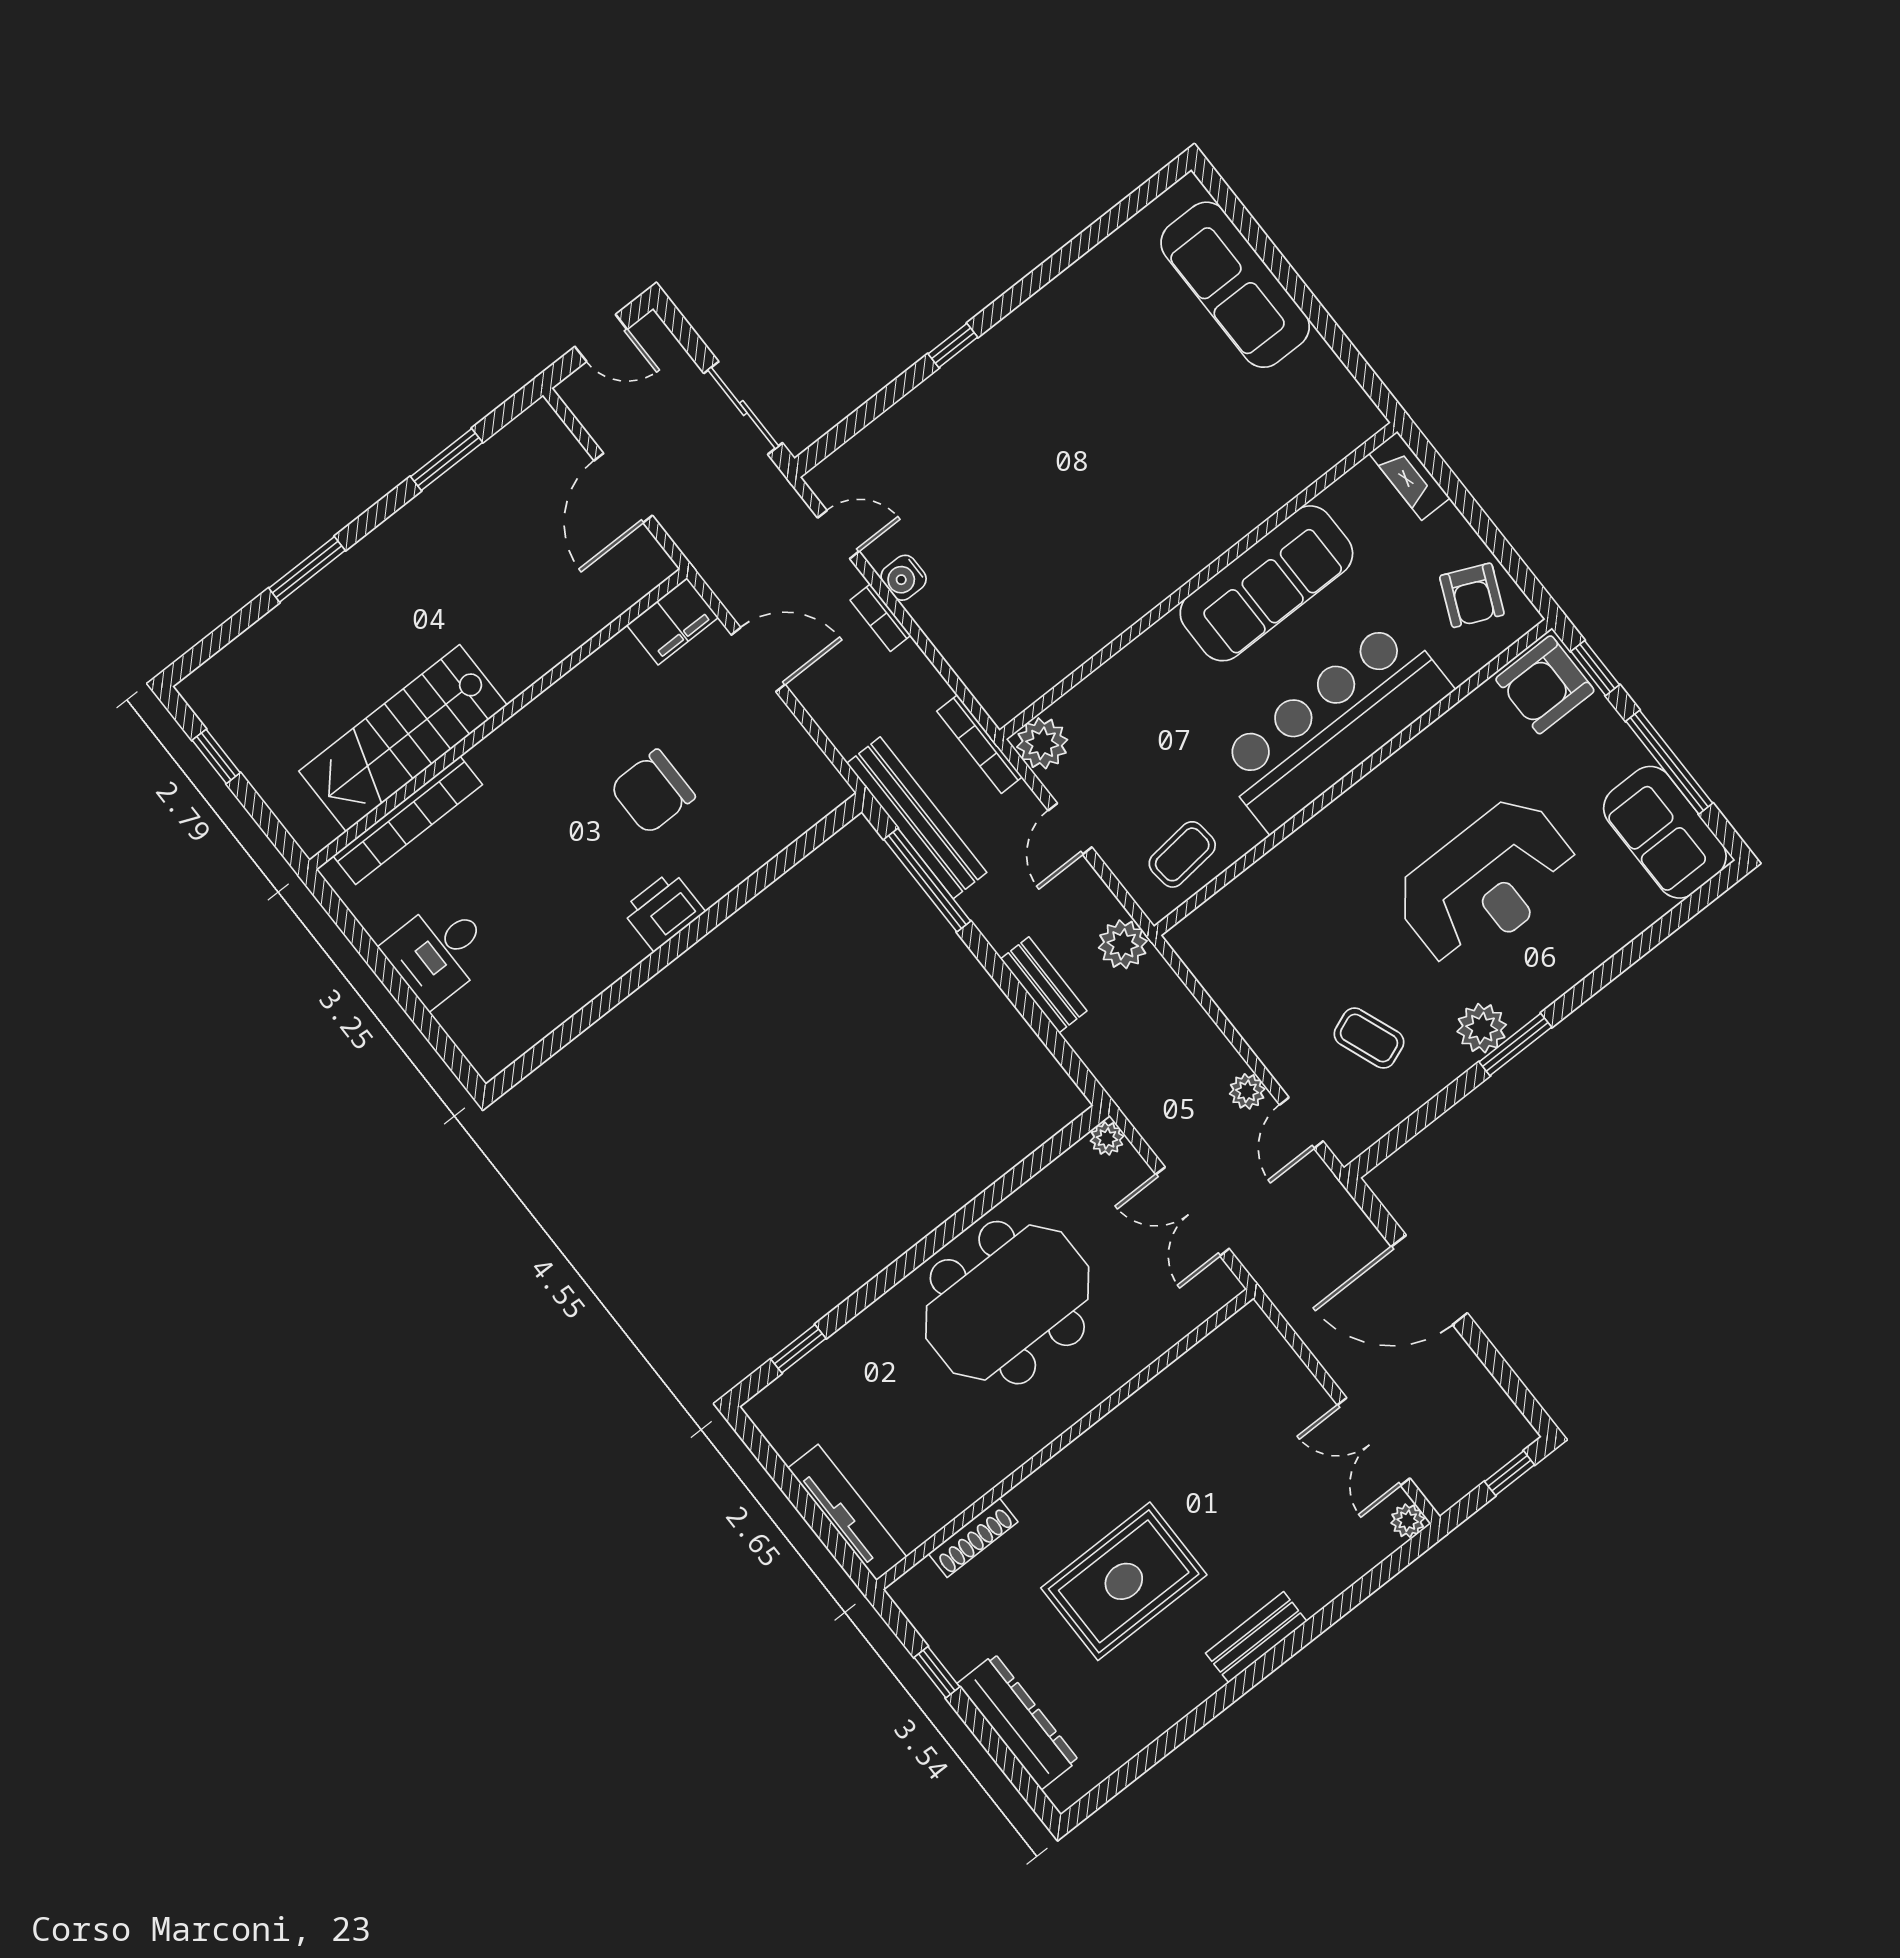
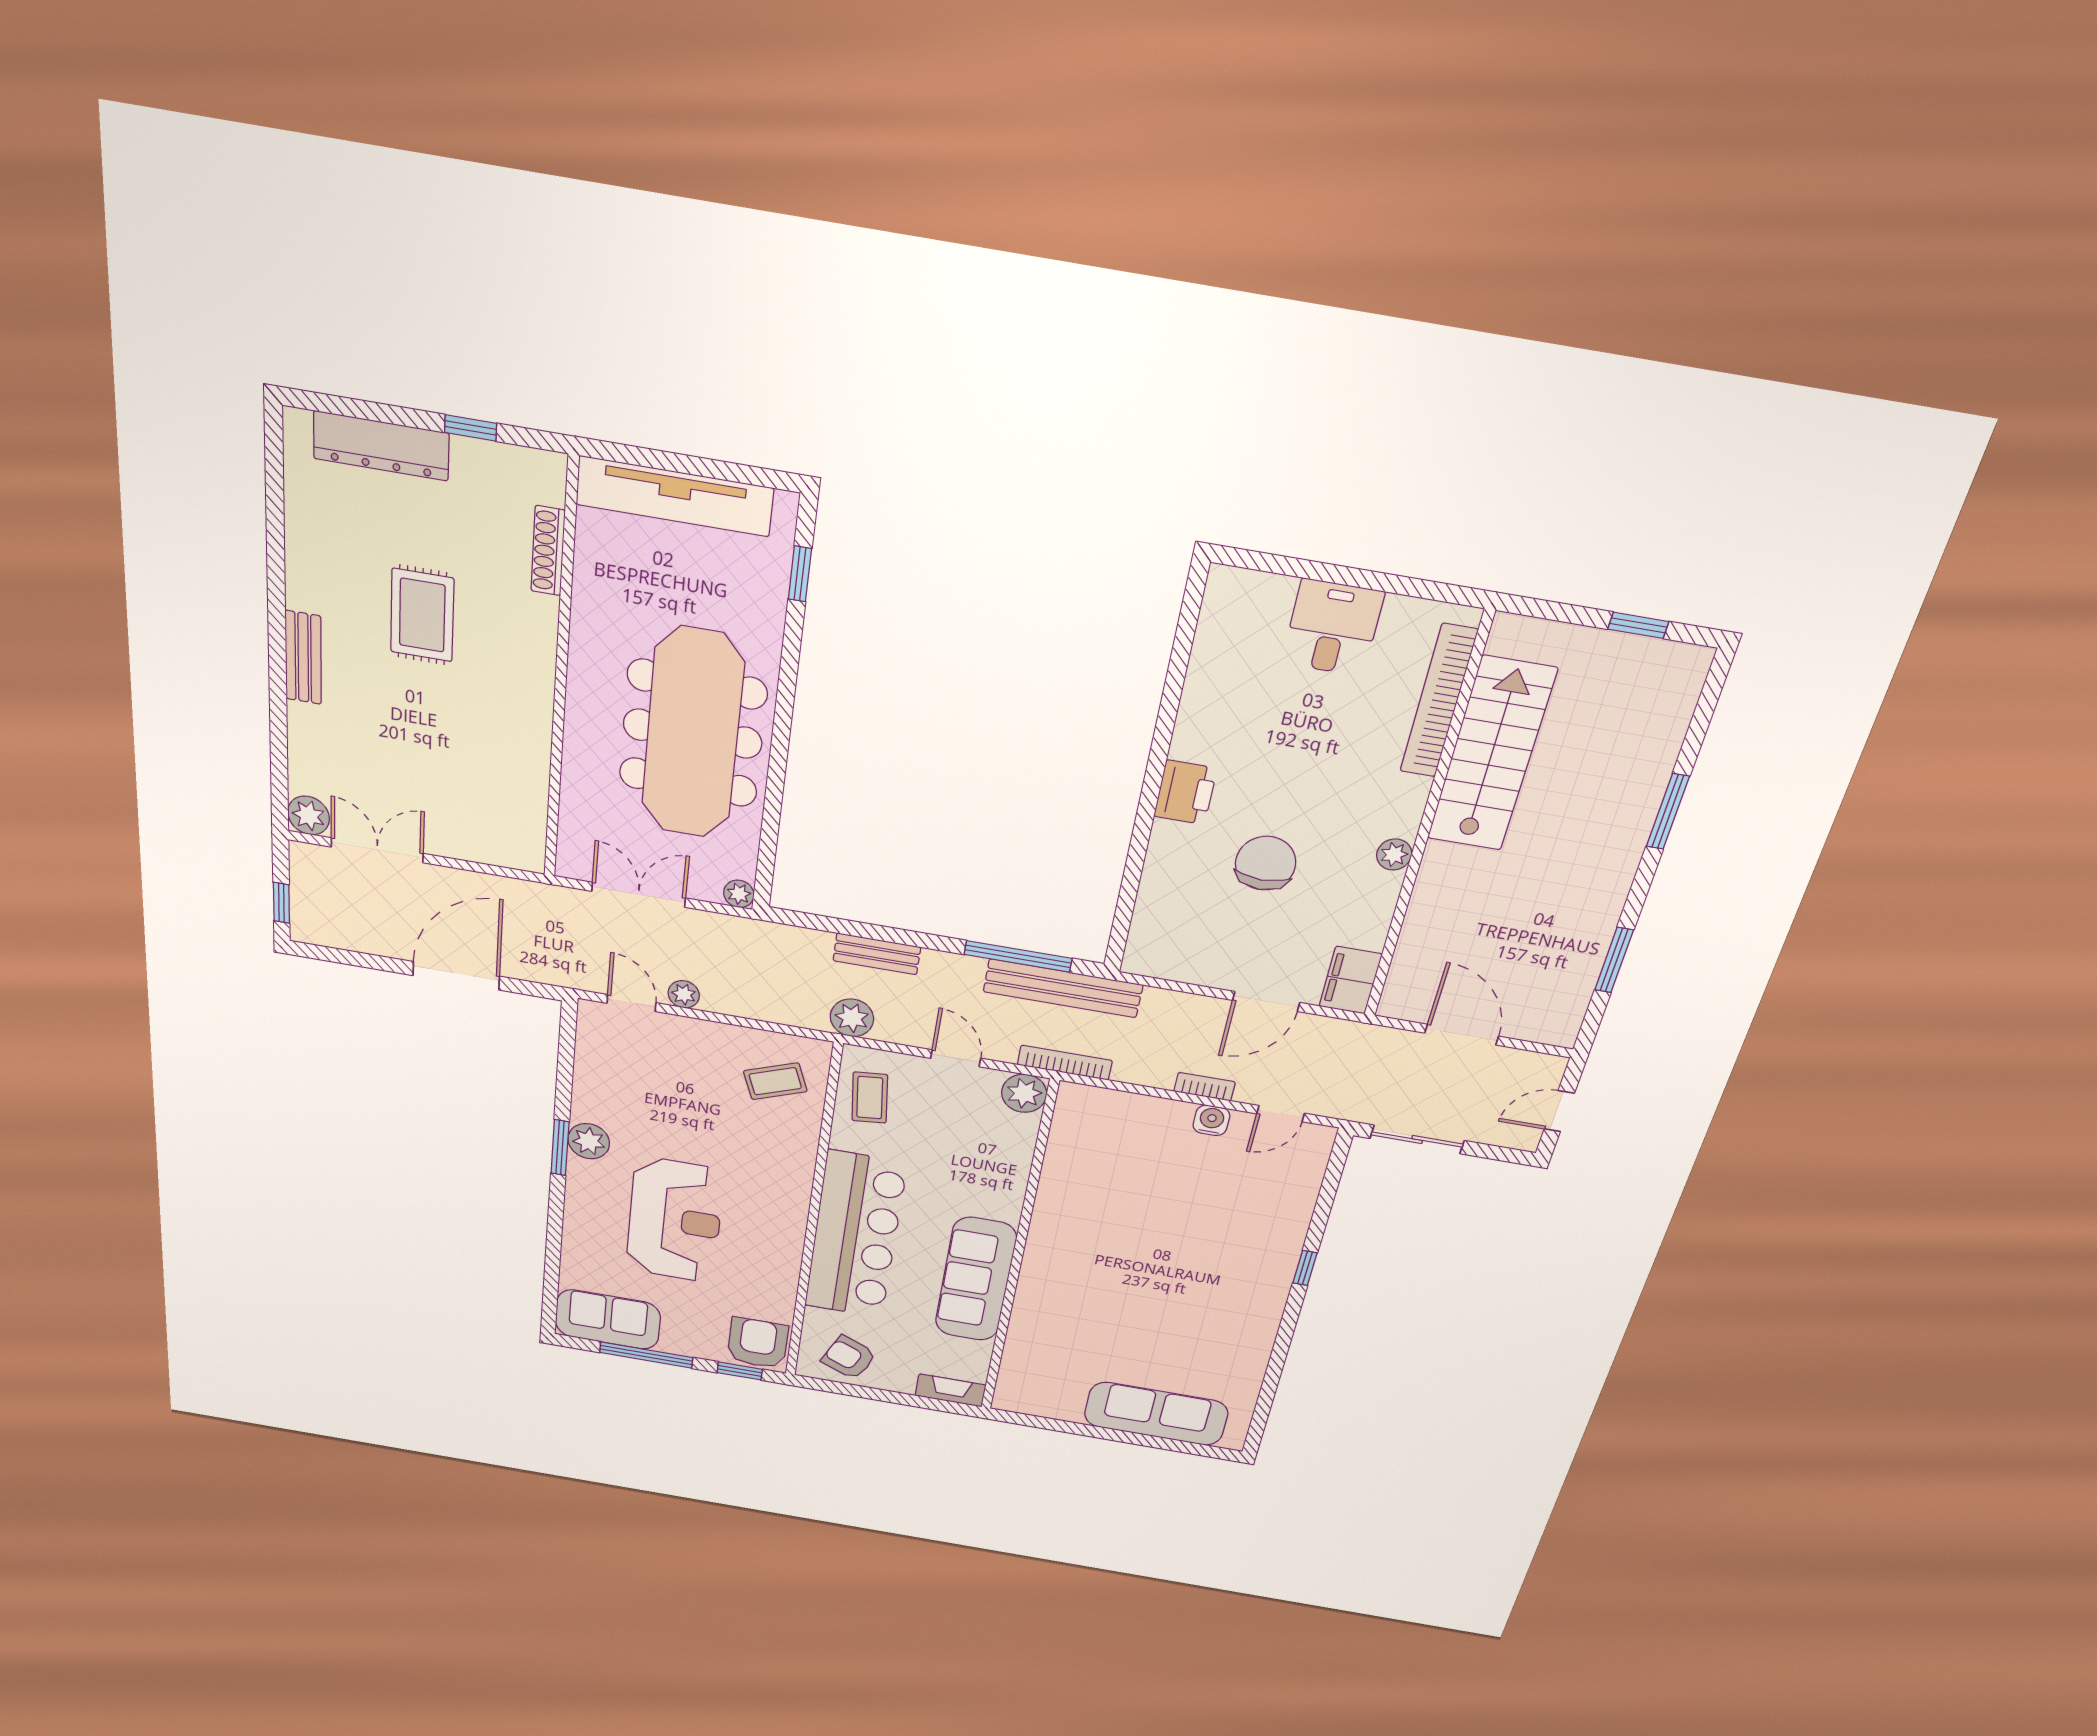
plant: (545, 712) -> (1394, 855), added
reception desk: (1487, 882) -> (675, 1220), turned 180
coffee table: (1369, 1038) -> (775, 1081), moved
meeting table: (1007, 1303) -> (693, 734), width x1.36
tv unit: (847, 1513) -> (675, 496), width x1.36, depth x1.29
plant: (1408, 1521) -> (309, 815), width x1.38, depth x1.38
rug: (1124, 1581) -> (422, 615), width x0.73, depth x0.70

